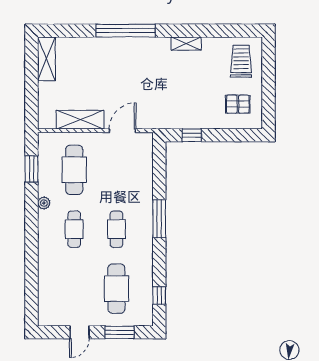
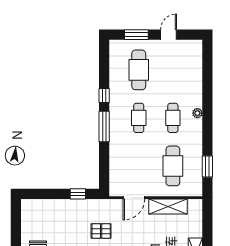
pallet: (238, 104) -> (101, 231), moved
plant: (44, 203) -> (197, 113), moved
window: (159, 296) -> (104, 95), moved

